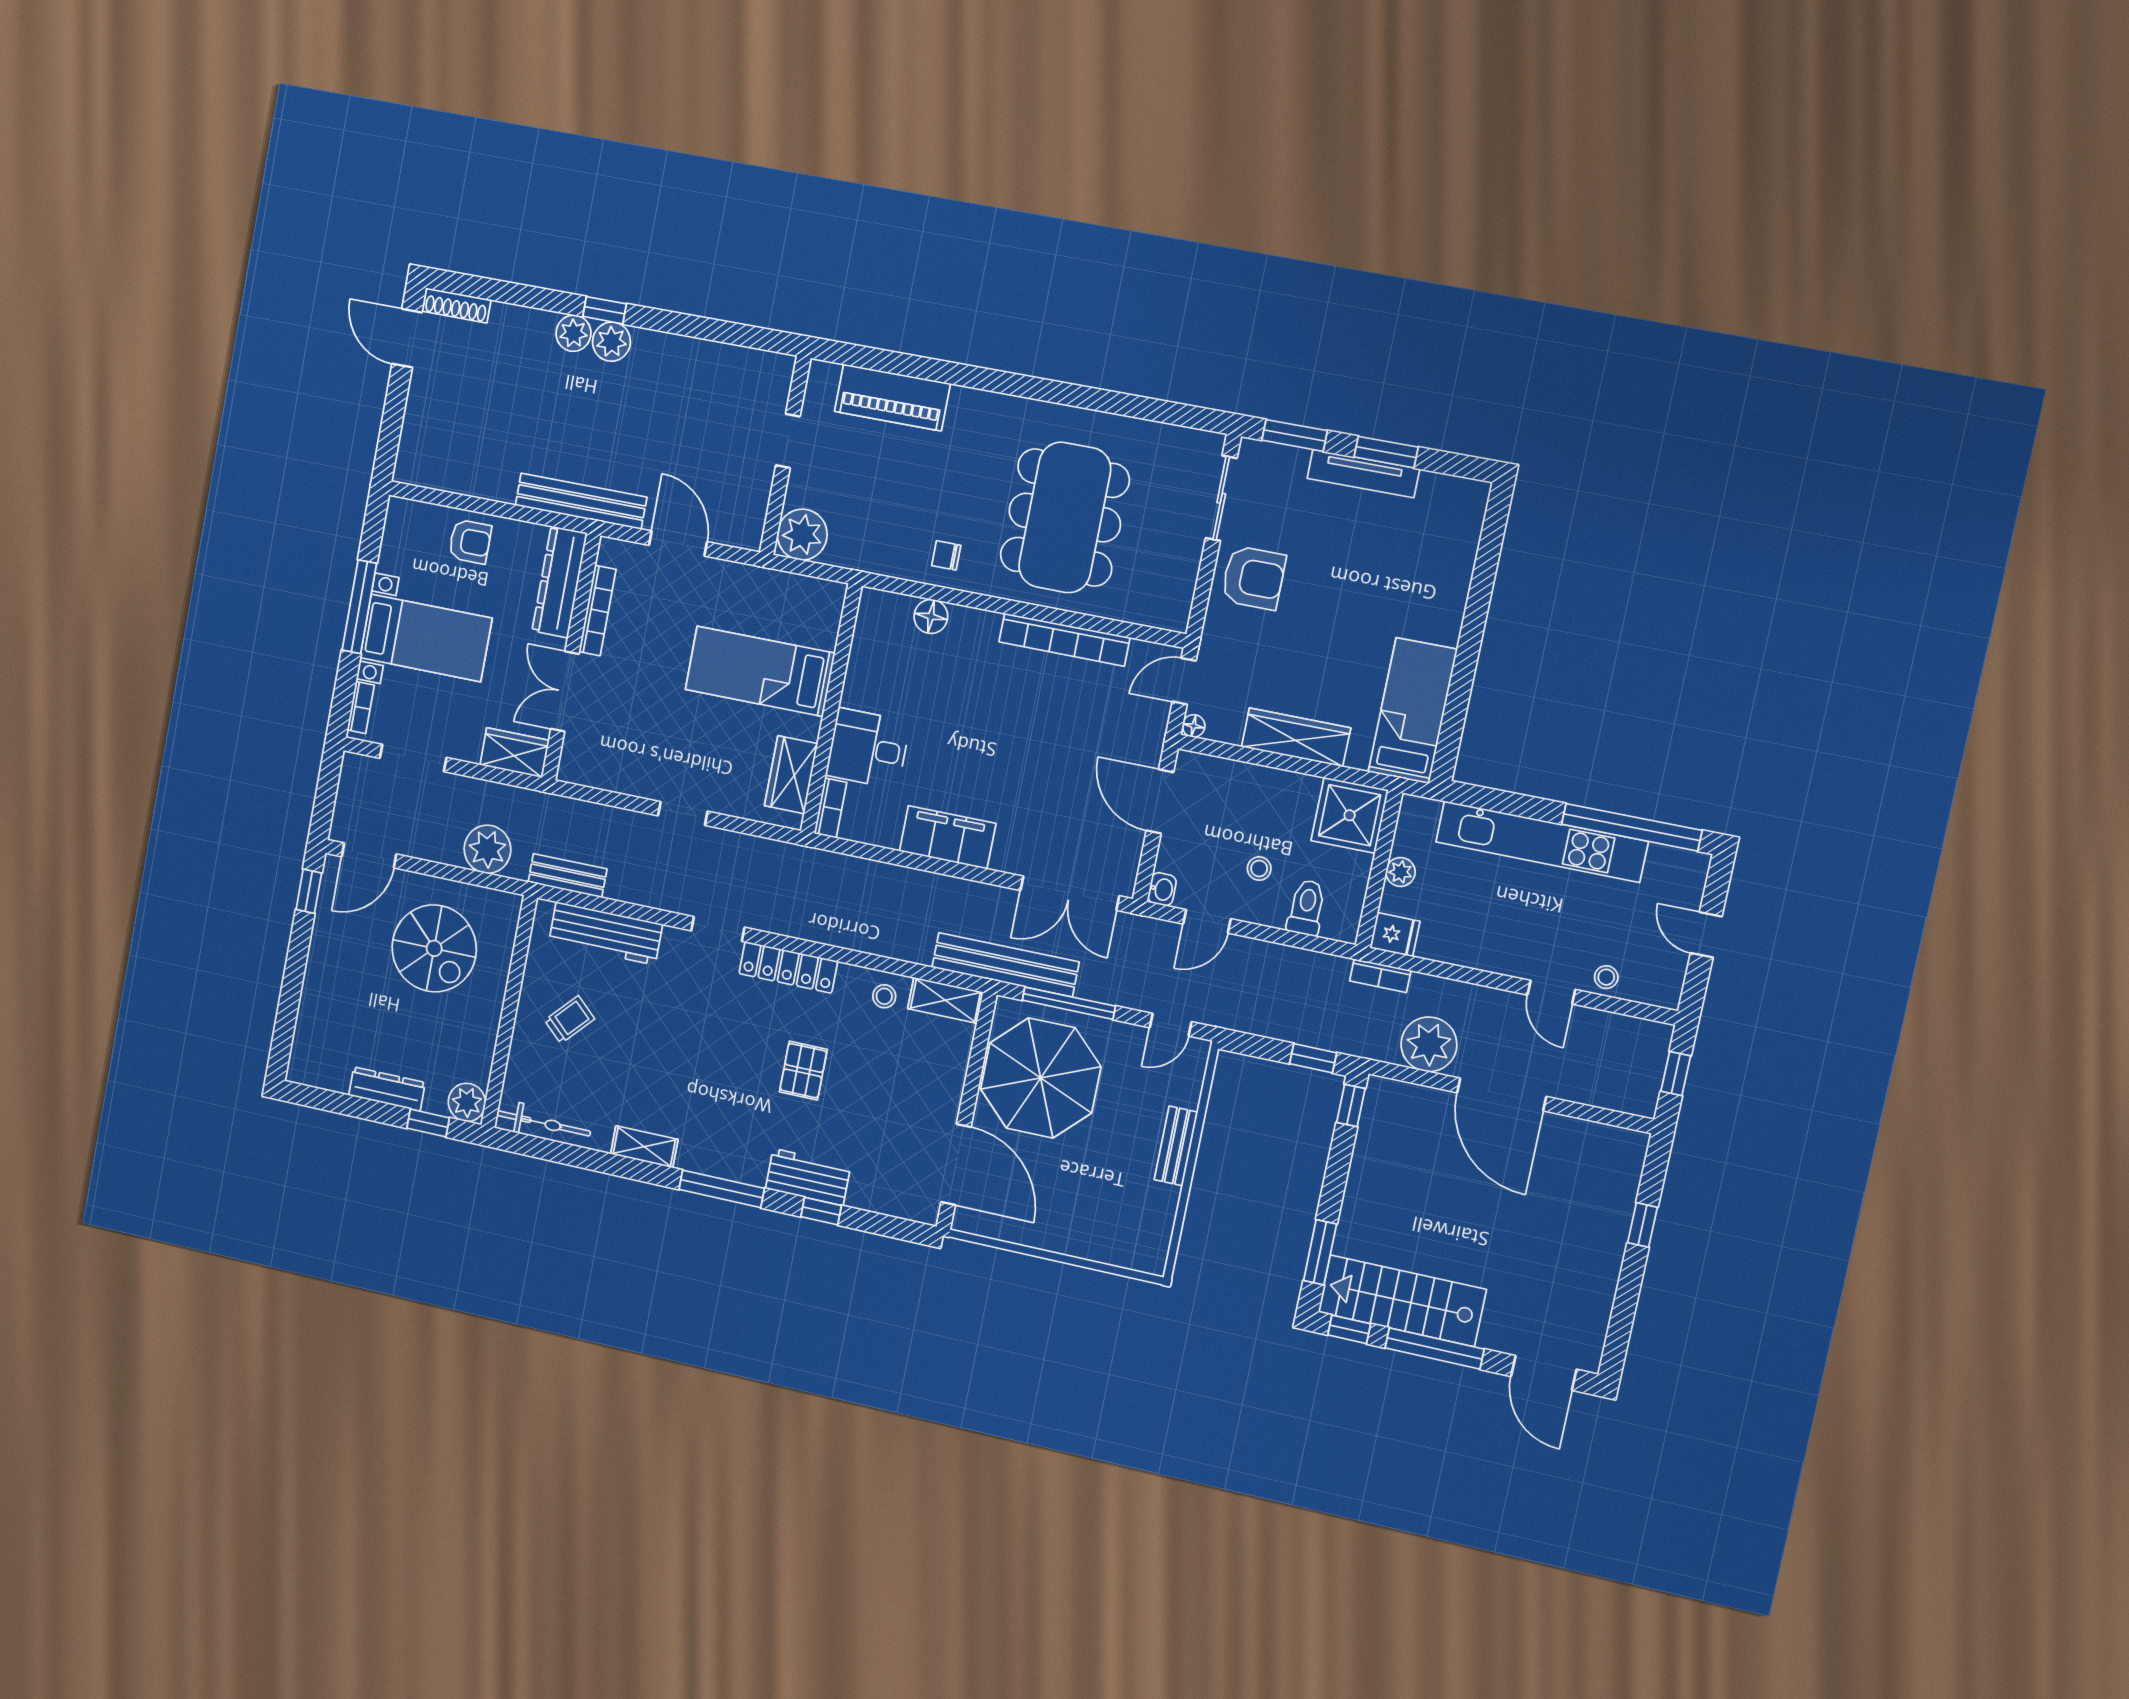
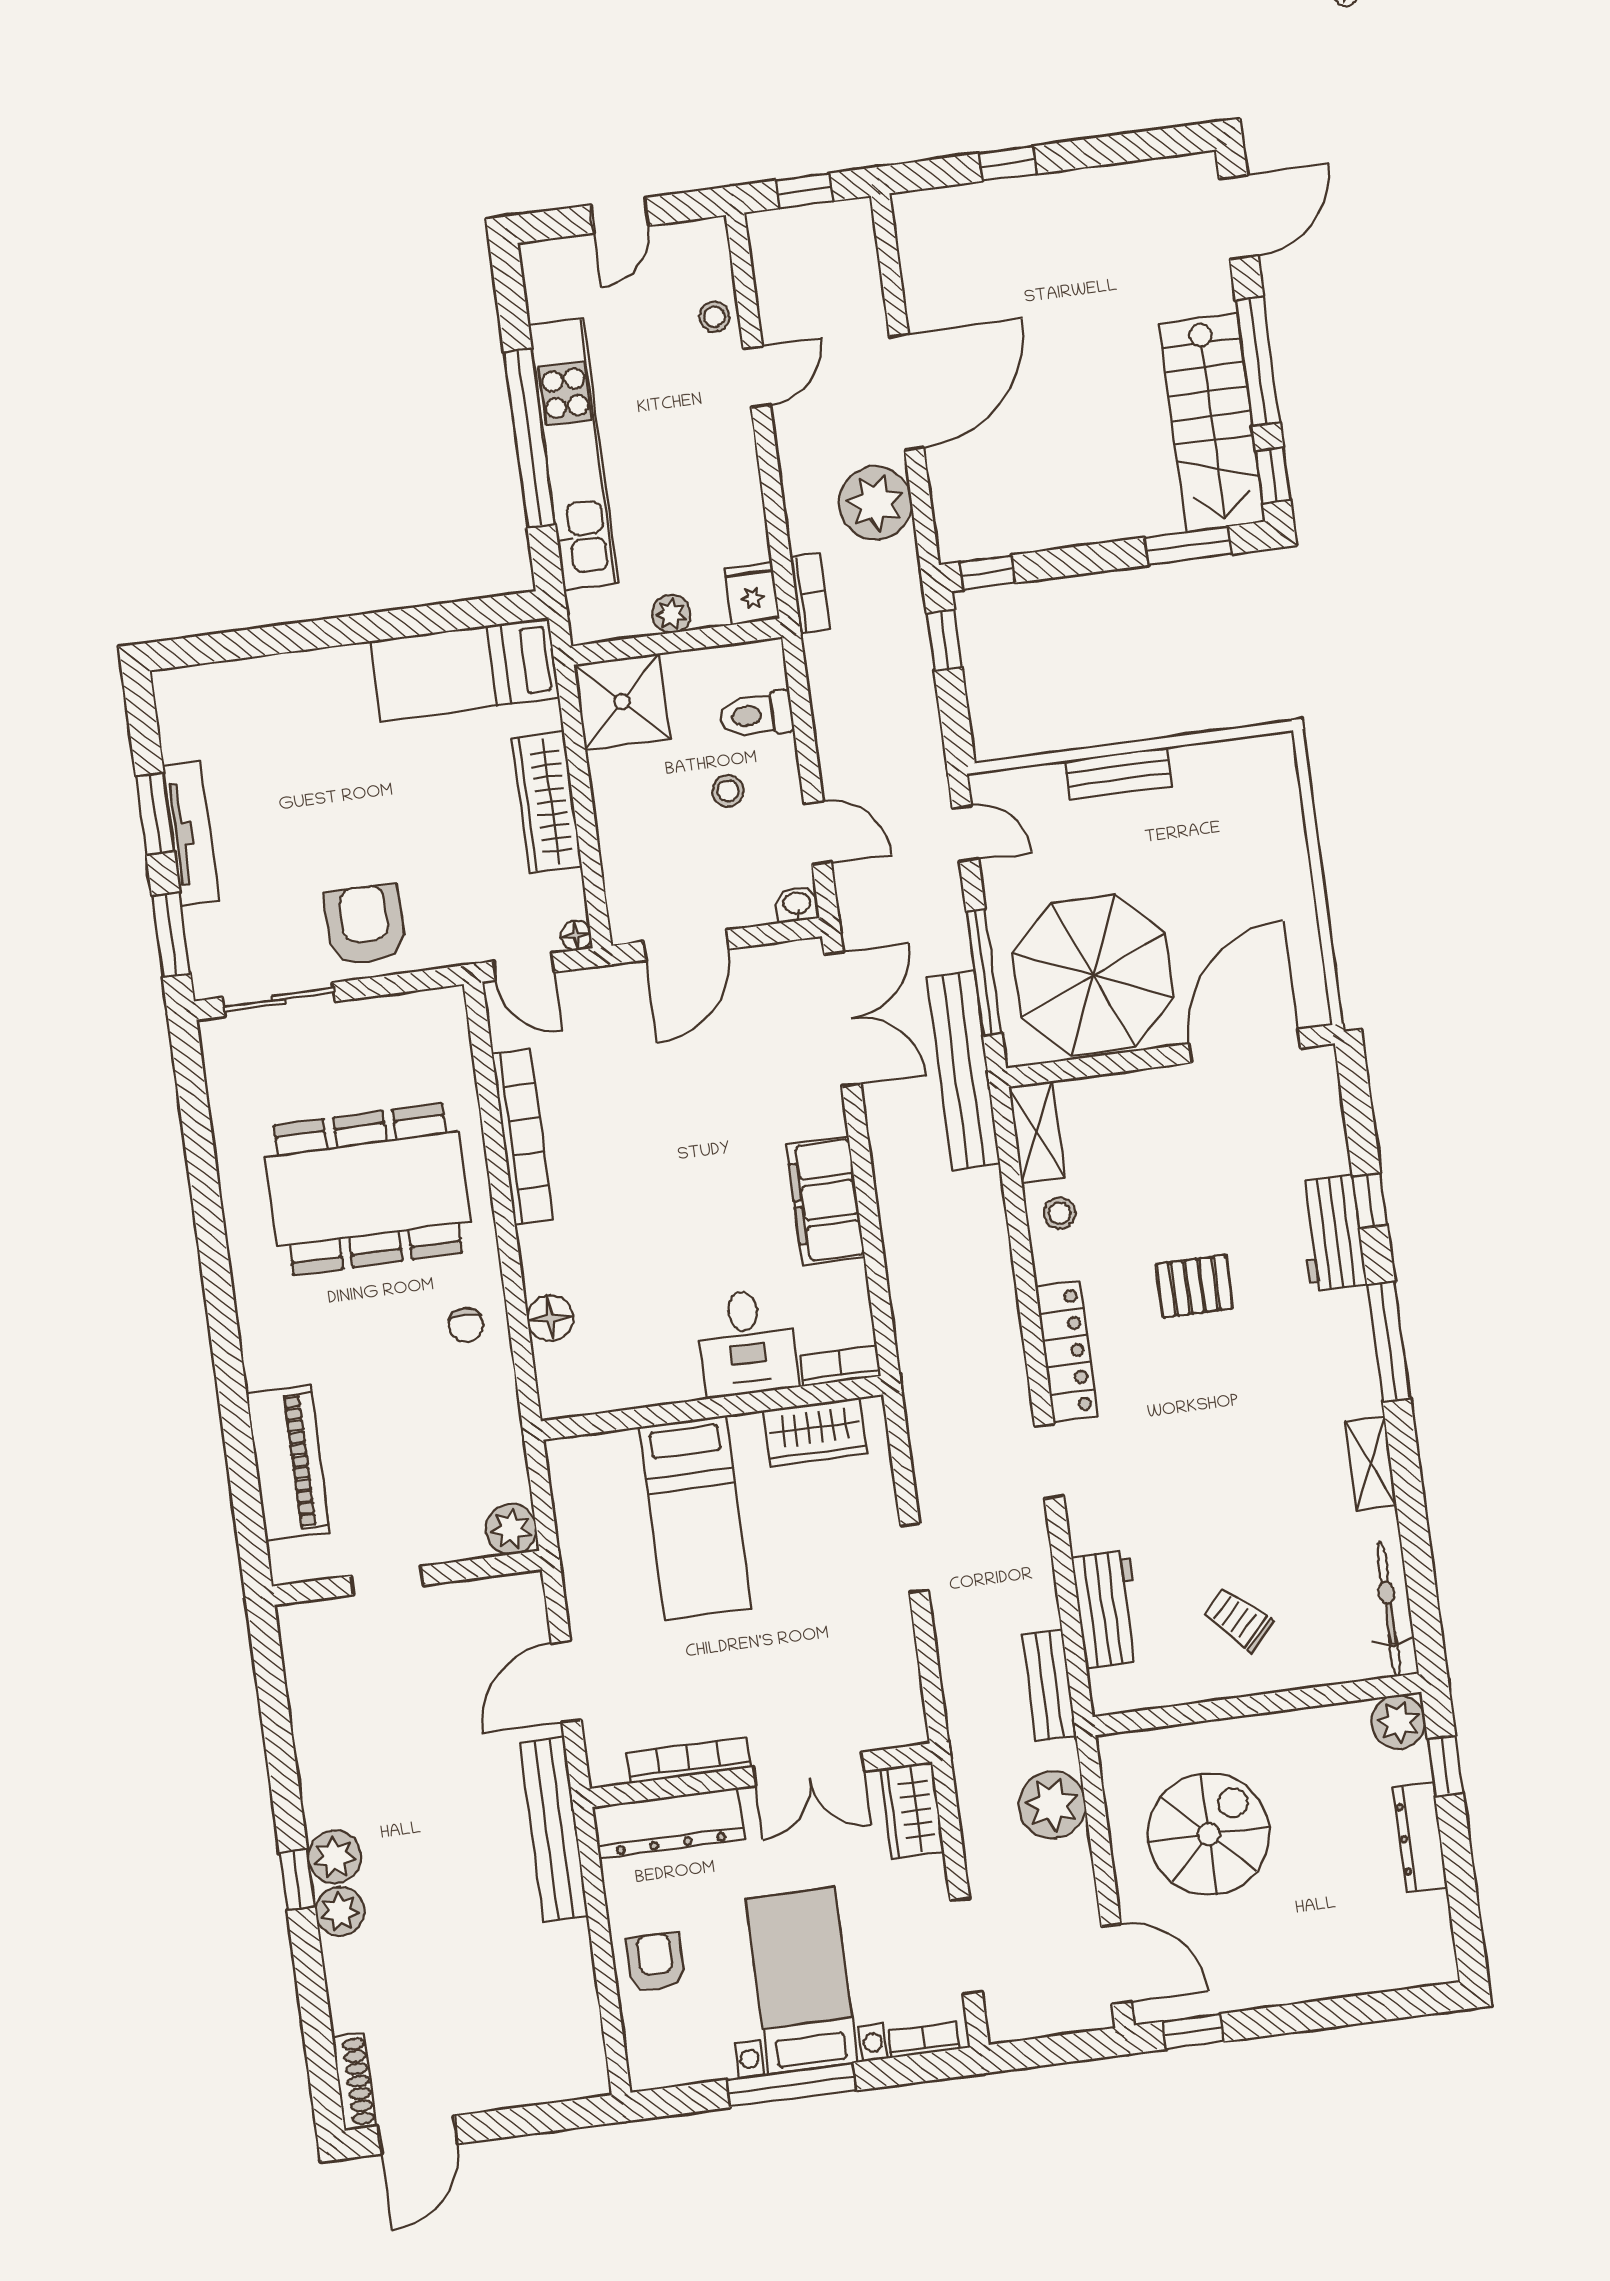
plant: (802, 535) -> (511, 1529), width x0.73, depth x0.73
window: (1632, 827) -> (529, 438), moved
workbench: (606, 933) -> (1107, 1609), width x0.73

